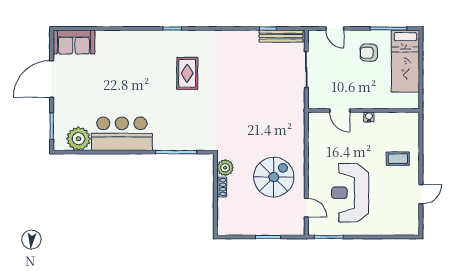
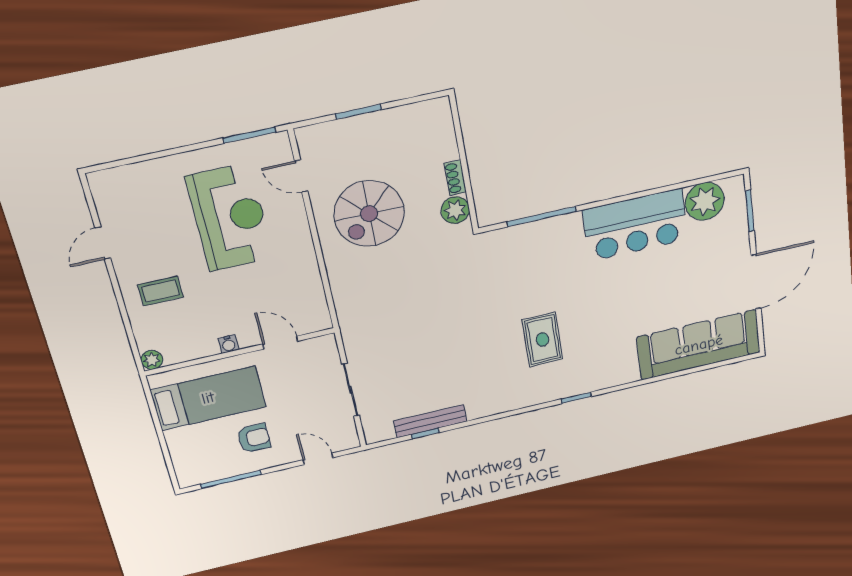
bench: (281, 36) -> (430, 421), moved
sofa: (74, 42) -> (699, 345), width x1.85, depth x1.27
bed: (405, 61) -> (208, 398), moved, turned 90
plant: (413, 118) -> (152, 360), added

